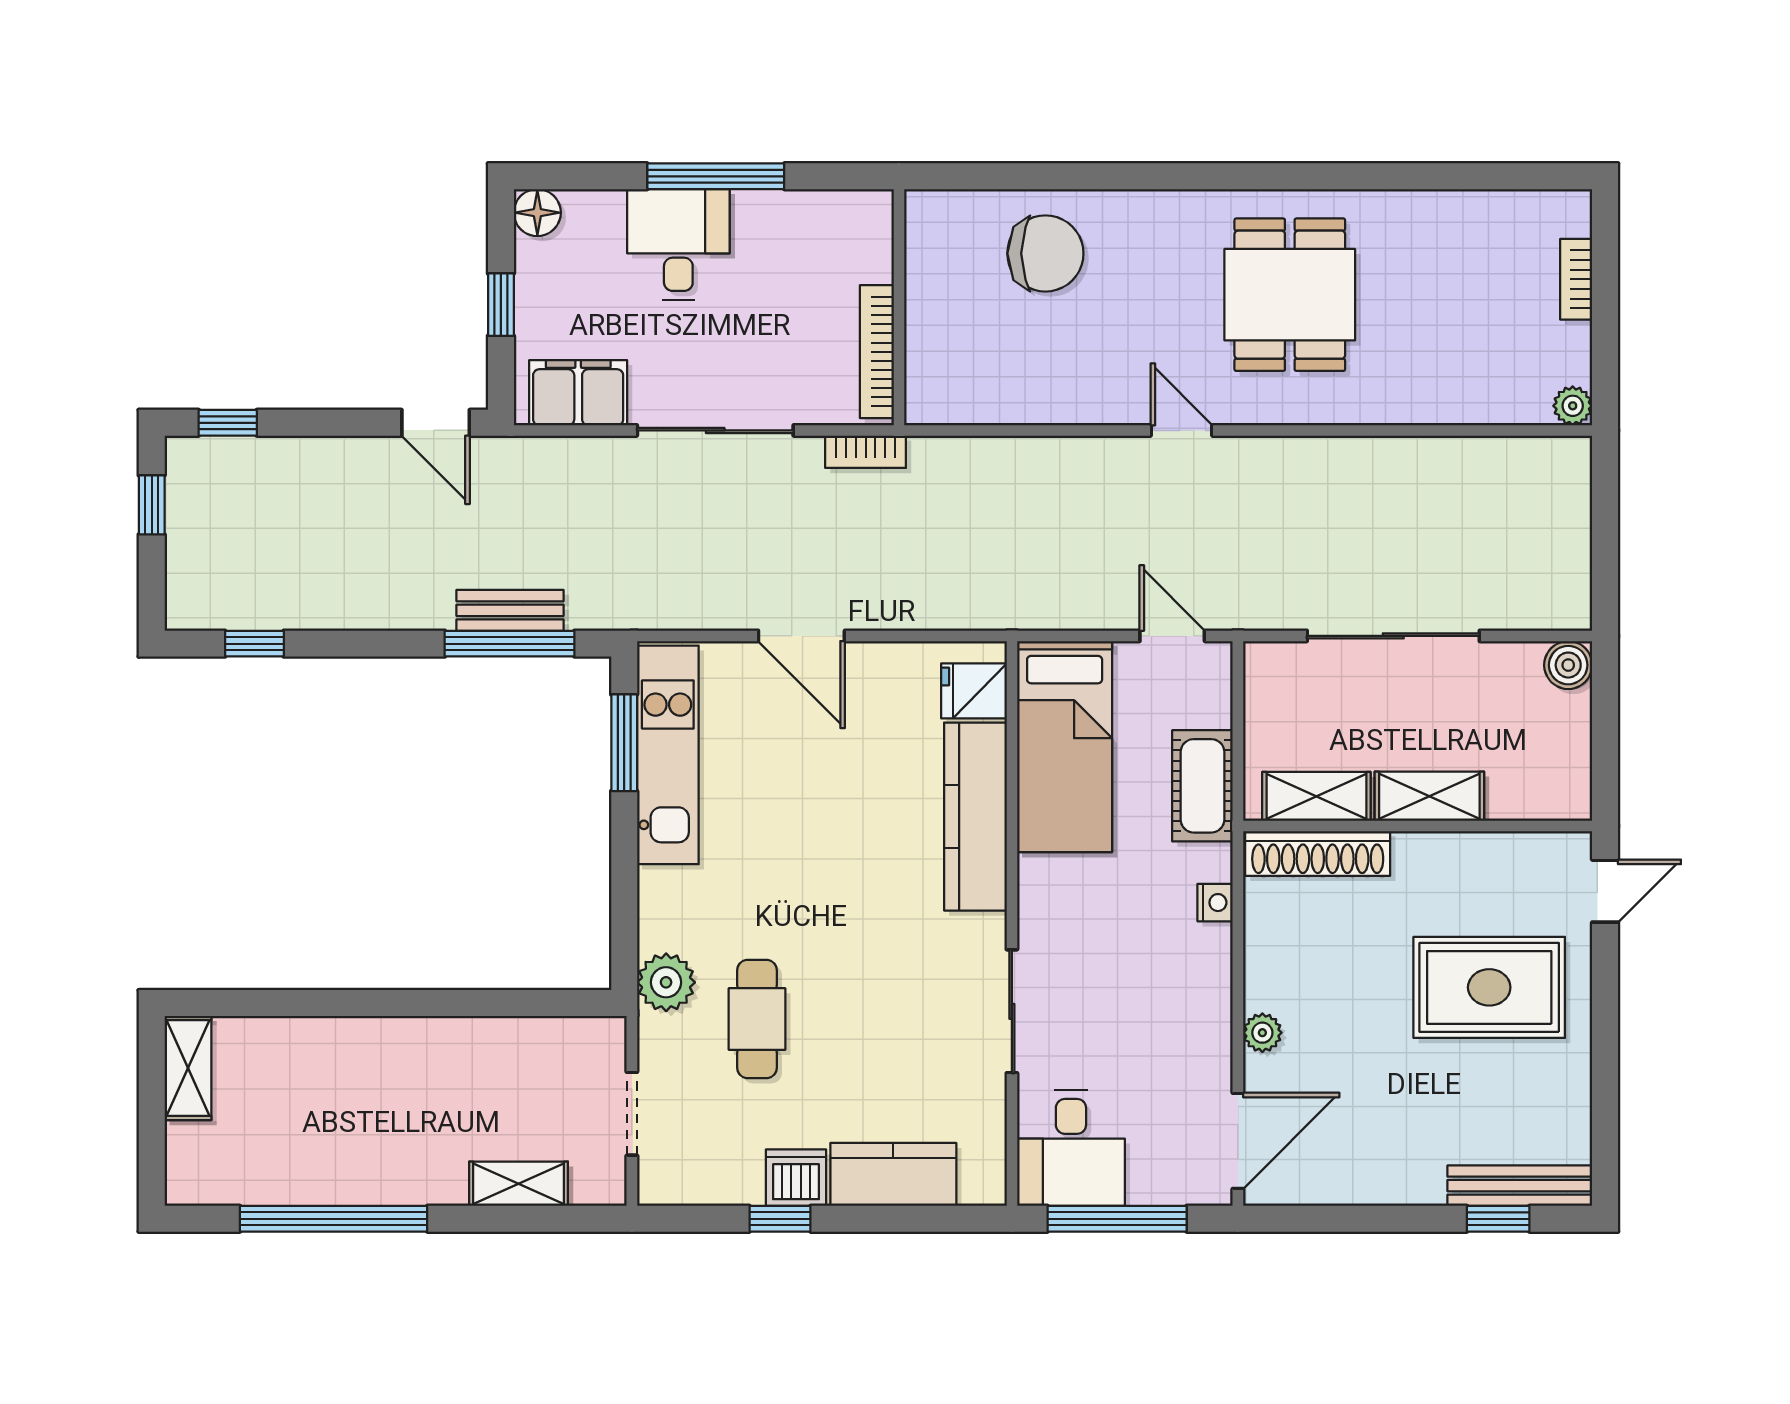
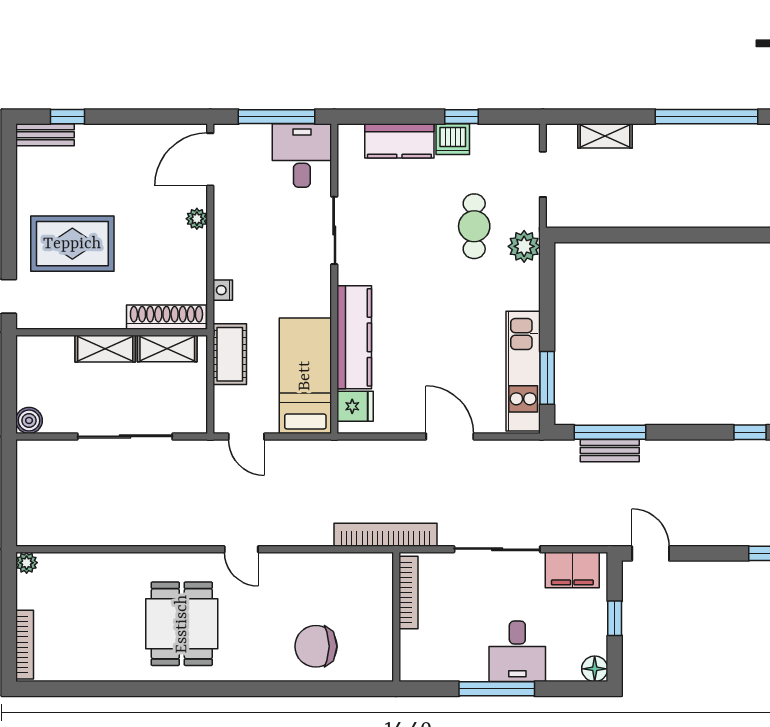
bookcase: (1576, 279) -> (25, 645), width x1.56
bookcase: (866, 452) -> (385, 535), width x2.31, depth x1.31
bench: (1520, 1186) -> (45, 135), width x0.73

